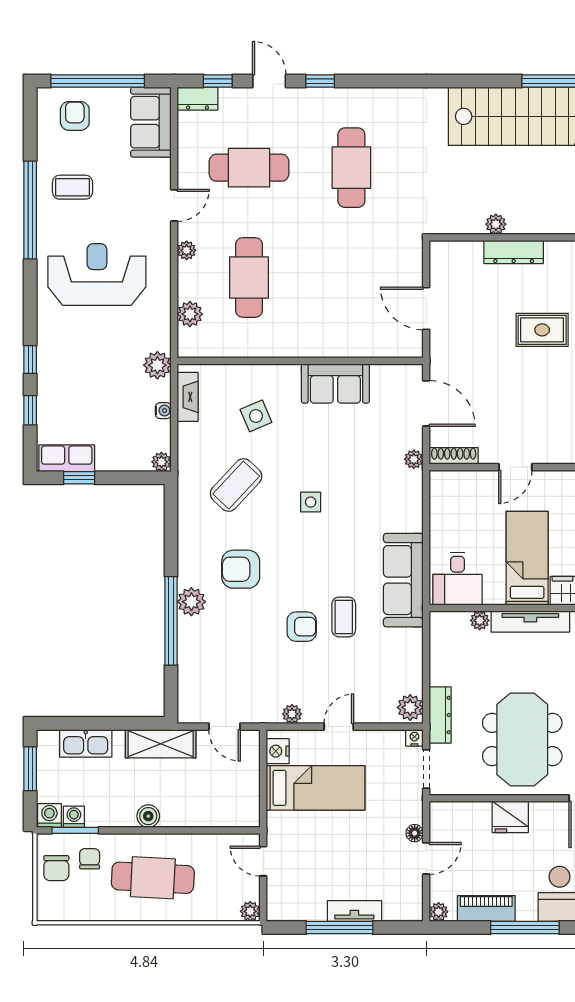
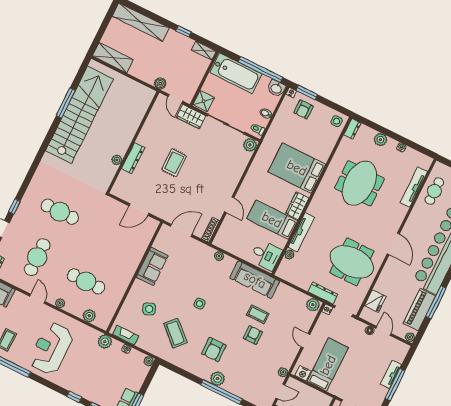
plant: (414, 459) -> (219, 256), moved
plant: (292, 714) -> (283, 372), moved
fridge: (510, 817) -> (375, 301), moved
piano: (486, 908) -> (419, 310), width x1.37, depth x1.33

